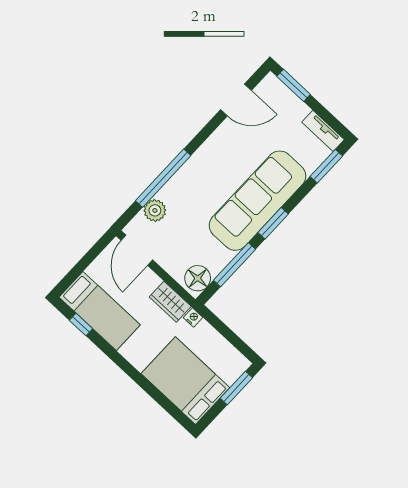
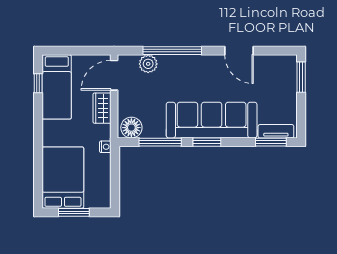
door: (236, 100) -> (239, 51), moved
tv unit: (323, 131) -> (276, 131), moved, turned 90
wardrobe: (170, 302) -> (102, 108), moved
window: (236, 388) -> (74, 212), moved

